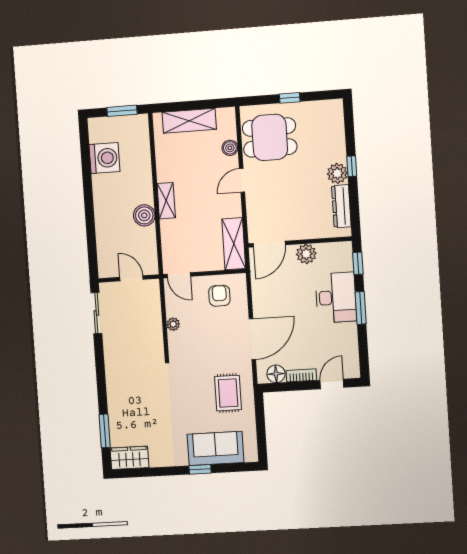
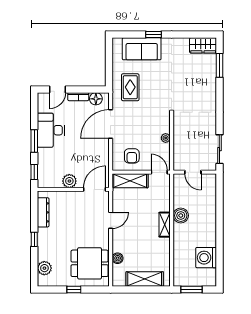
plant: (337, 173) -> (44, 268), moved
door: (242, 180) -> (111, 220), moved
shelving: (234, 244) -> (130, 181), moved, turned 90
desk: (336, 297) -> (51, 130), moved

